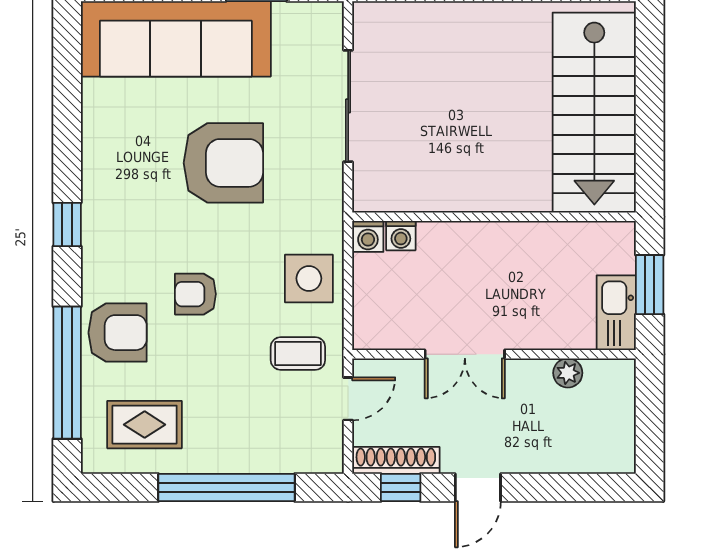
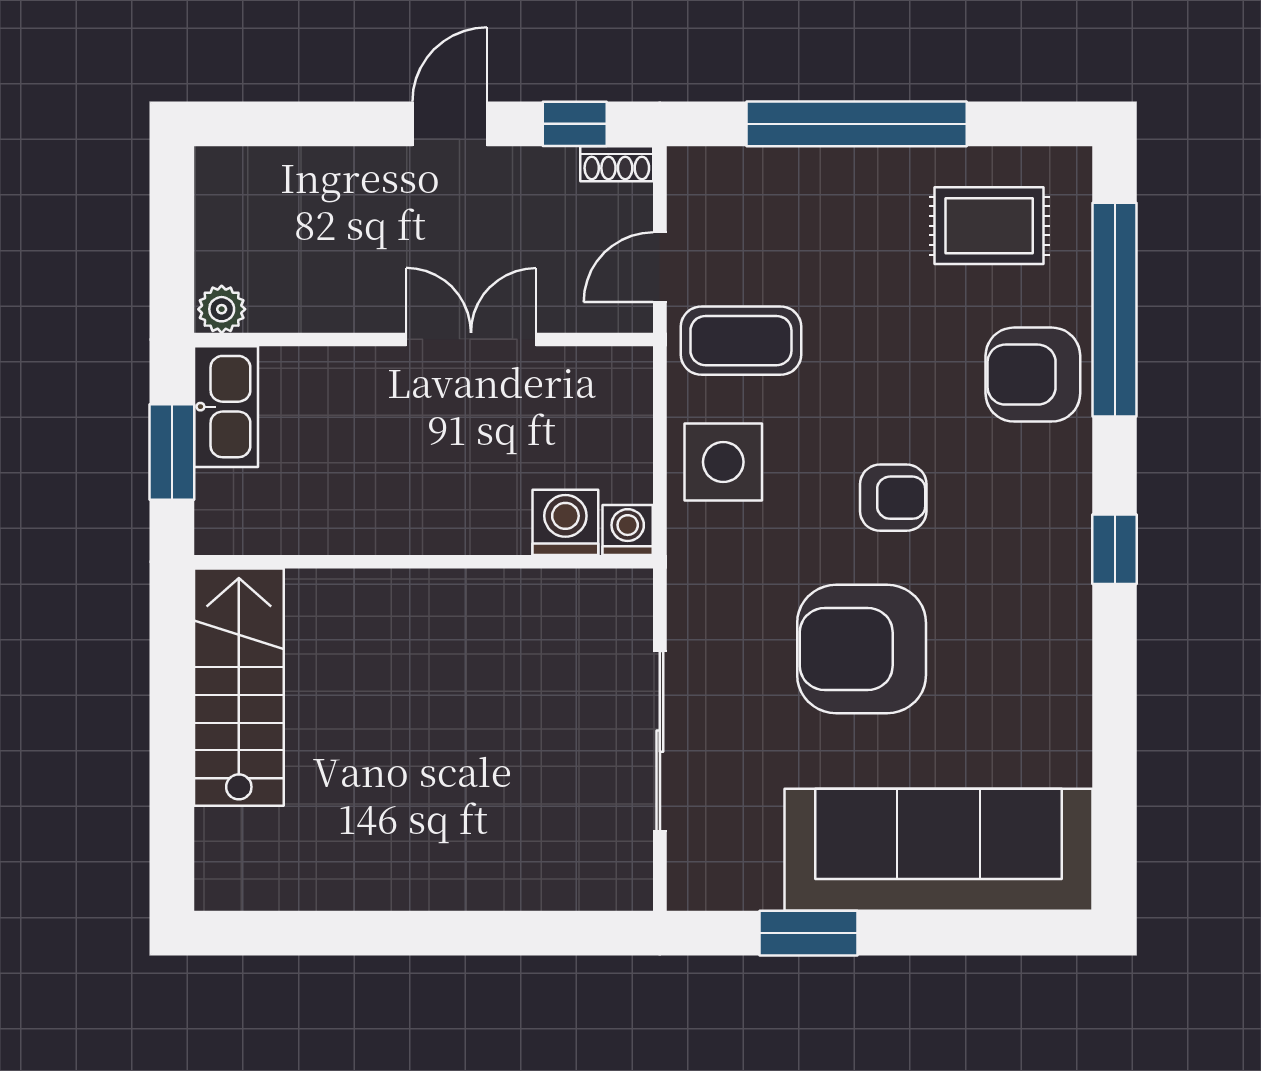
stairs: (594, 113) -> (239, 687), width x0.73, depth x0.66
washing machine: (401, 236) -> (565, 522), width x1.38, depth x1.38
armchair: (195, 294) -> (893, 498), moved
coffee table: (298, 354) -> (741, 341), width x1.36, depth x1.30
plant: (568, 373) -> (222, 309), moved
shoe rack: (396, 460) -> (617, 164), width x0.51, depth x0.81

